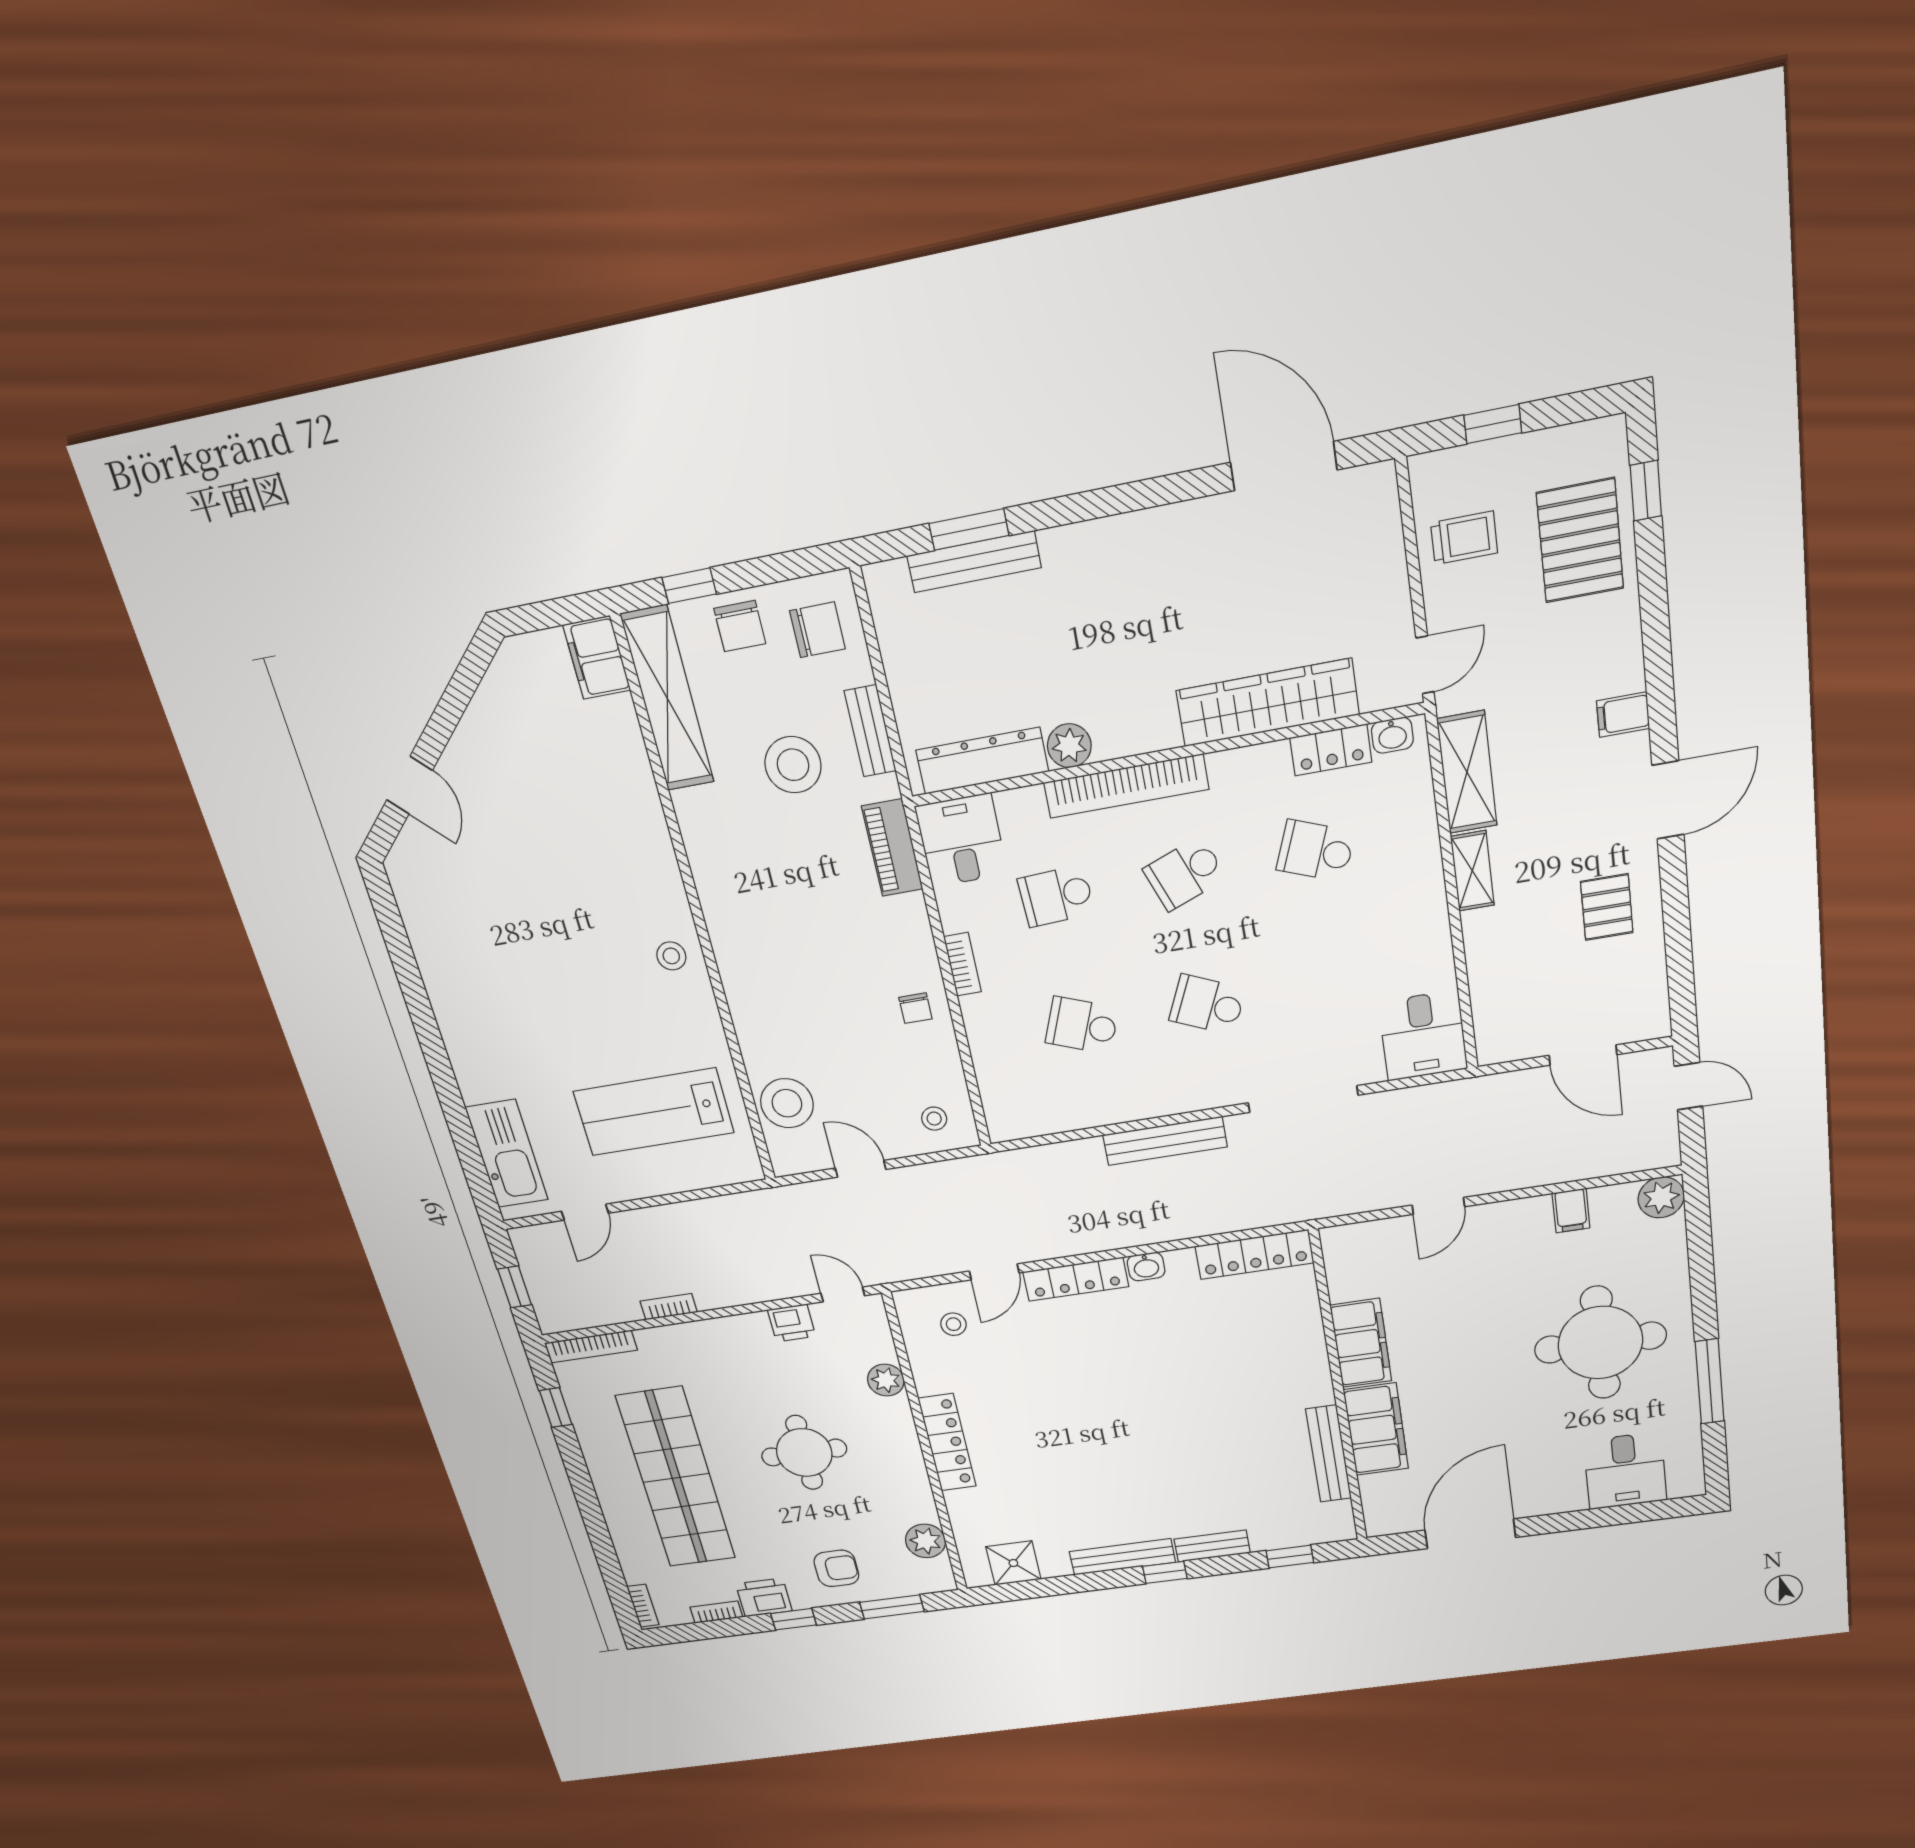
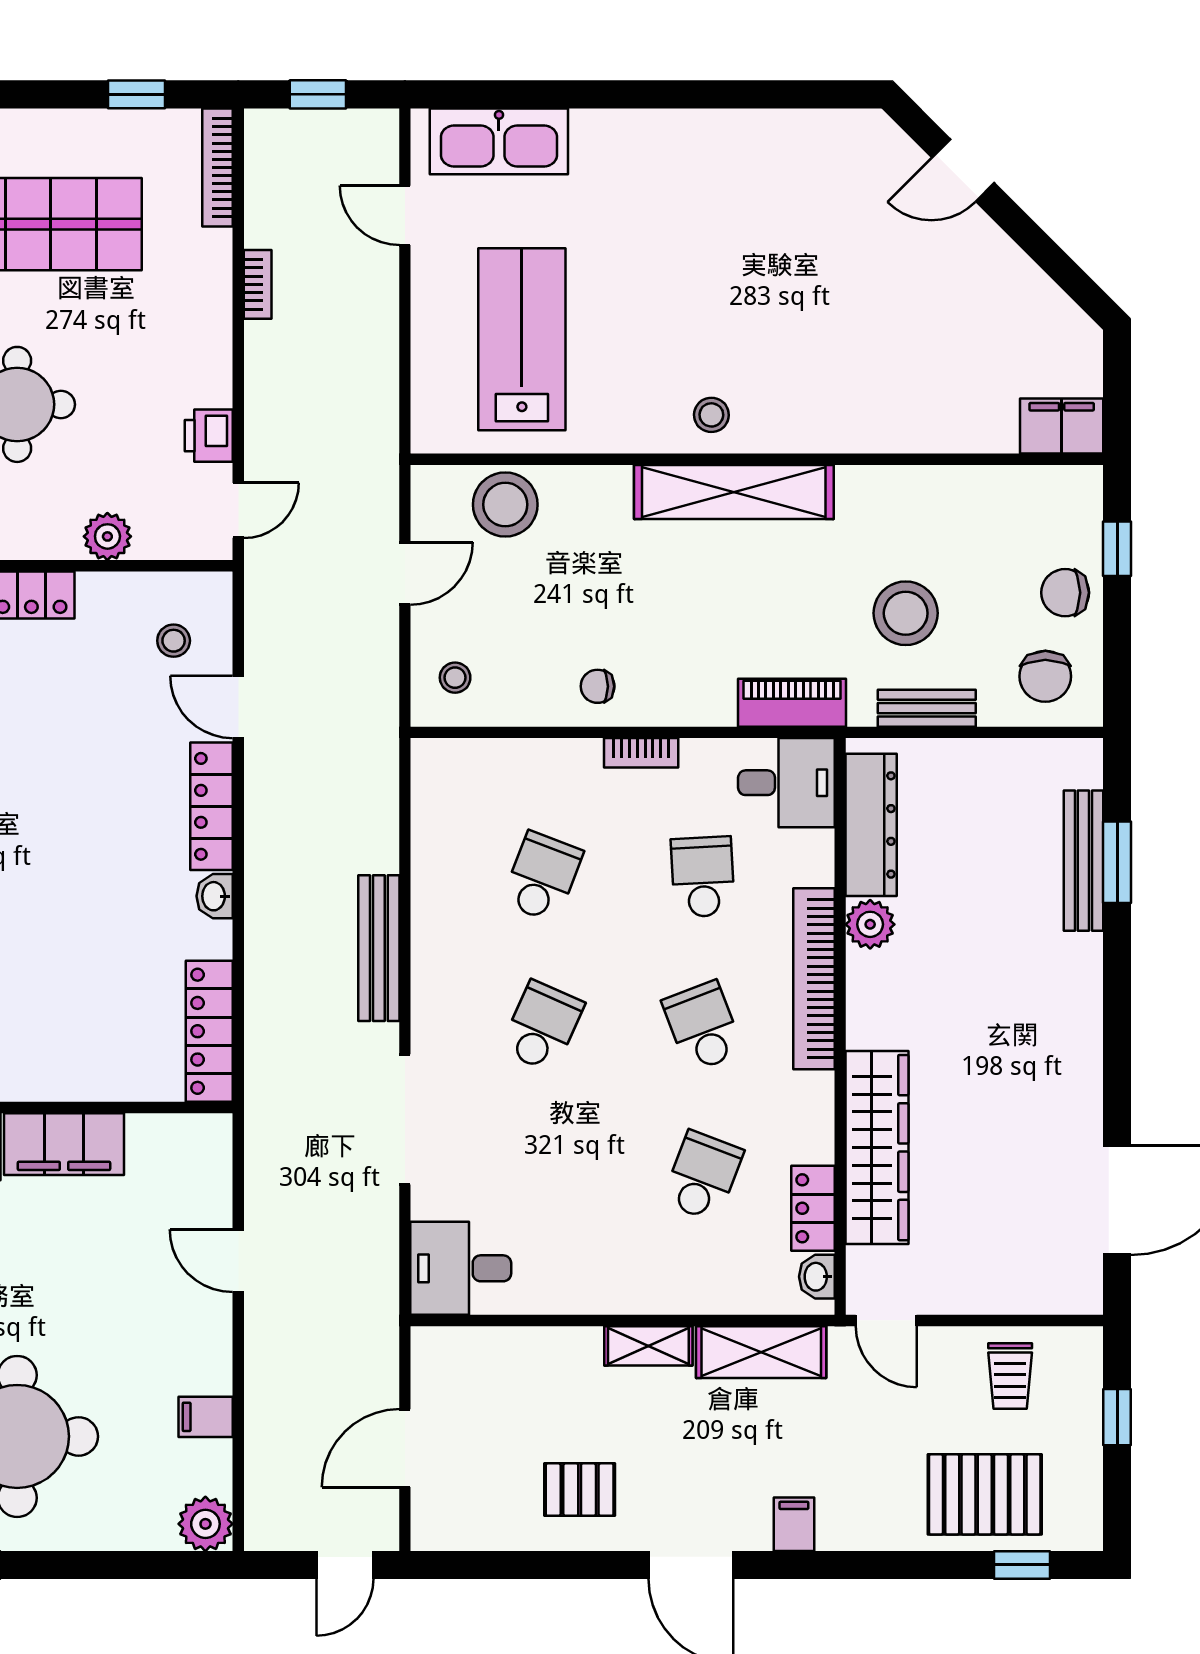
shelving: (667, 699) -> (734, 492), moved

